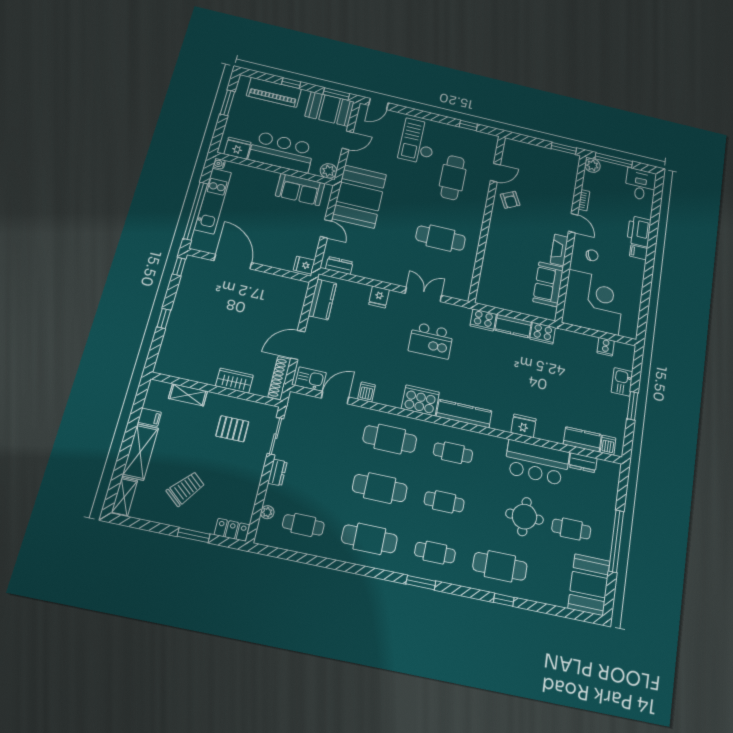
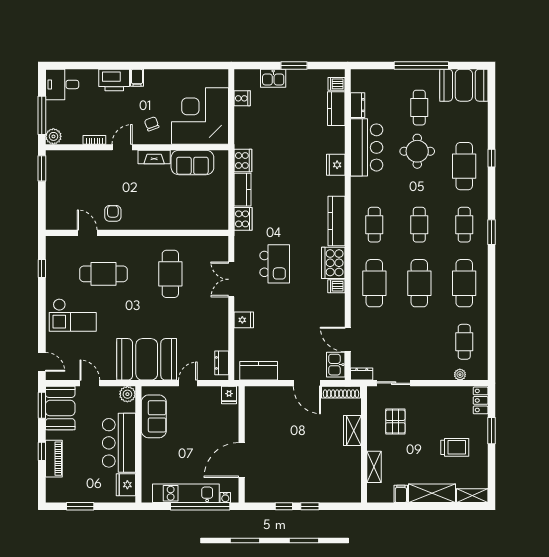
piano: (274, 92) -> (54, 459), width x0.73, depth x0.75
water cooler: (219, 164) -> (225, 498), moved
armchair: (510, 200) -> (113, 213), turned -63
window: (179, 267) -> (284, 506), moved
dishwasher: (367, 392) -> (336, 286), moved
dresser: (277, 472) -> (362, 374), moved
trolley: (186, 489) -> (455, 447), turned 140

